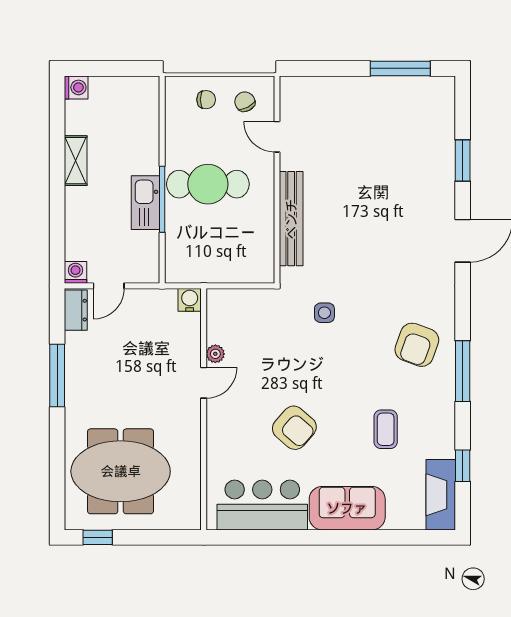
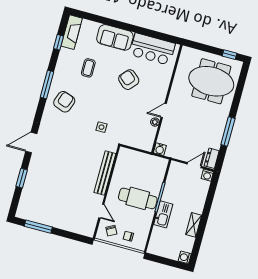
kitchen sink: (146, 203) -> (163, 214), moved

